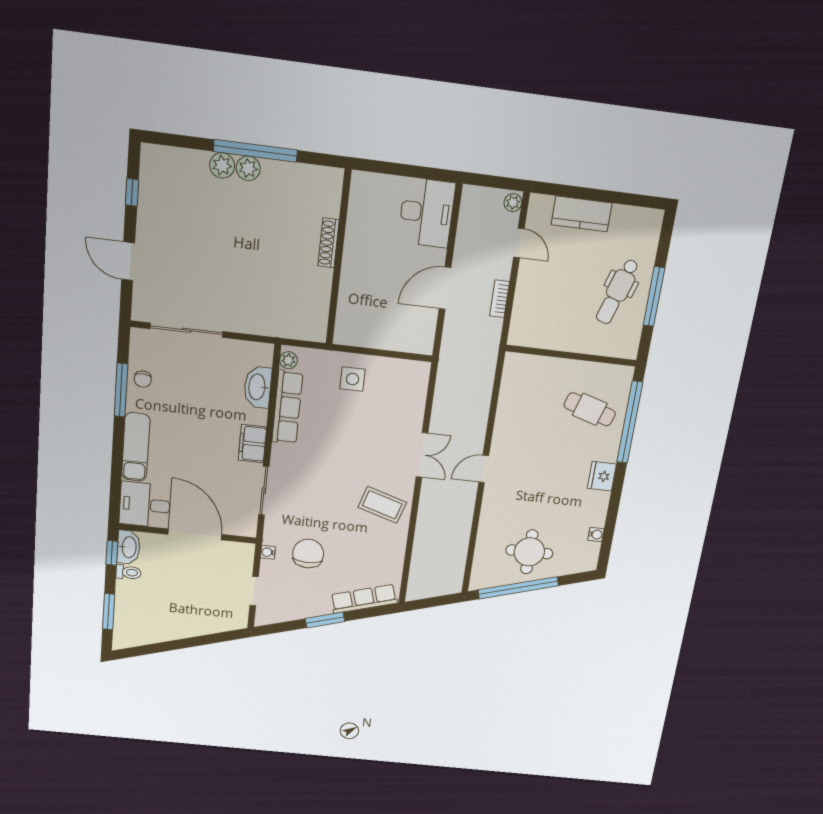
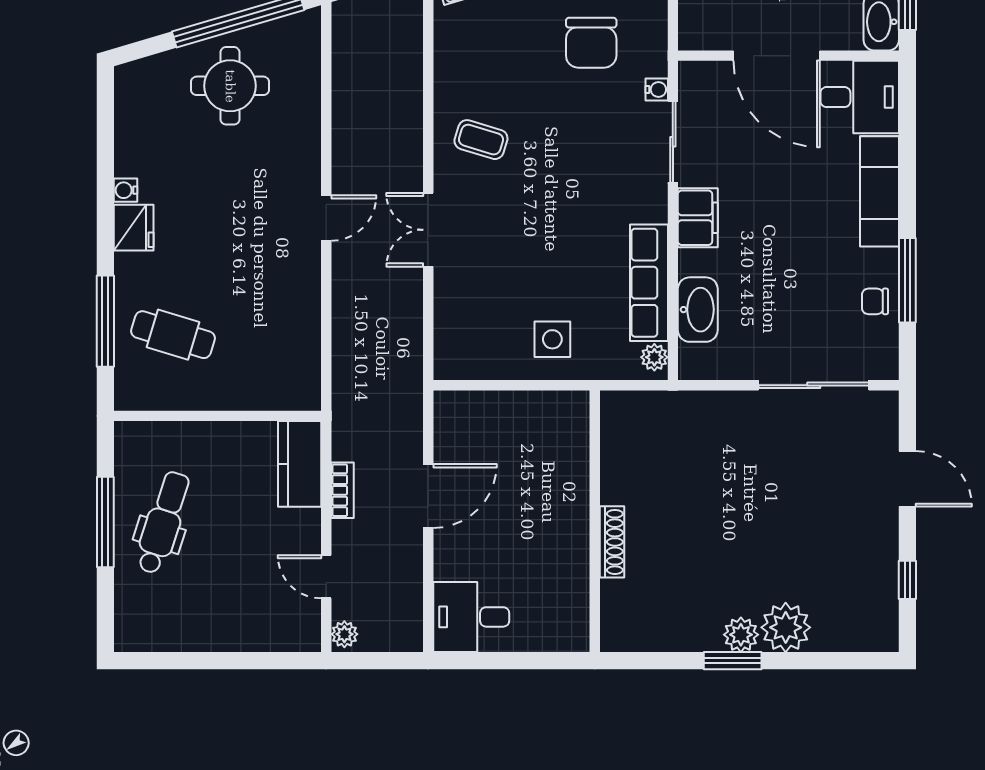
window: (255, 151) -> (733, 661), width x0.47
plant: (222, 165) -> (786, 627), width x1.36, depth x1.36
desk: (427, 213) -> (471, 617), width x0.73
kitchen counter: (582, 214) -> (300, 464), moved, turned -90
chair: (143, 379) -> (875, 301), turned -90
window: (630, 422) -> (105, 321), width x0.68
coffee table: (382, 505) -> (481, 140), width x0.73, depth x0.77
water cooler: (596, 534) -> (126, 190), moved
water cooler: (268, 552) -> (657, 89), moved

